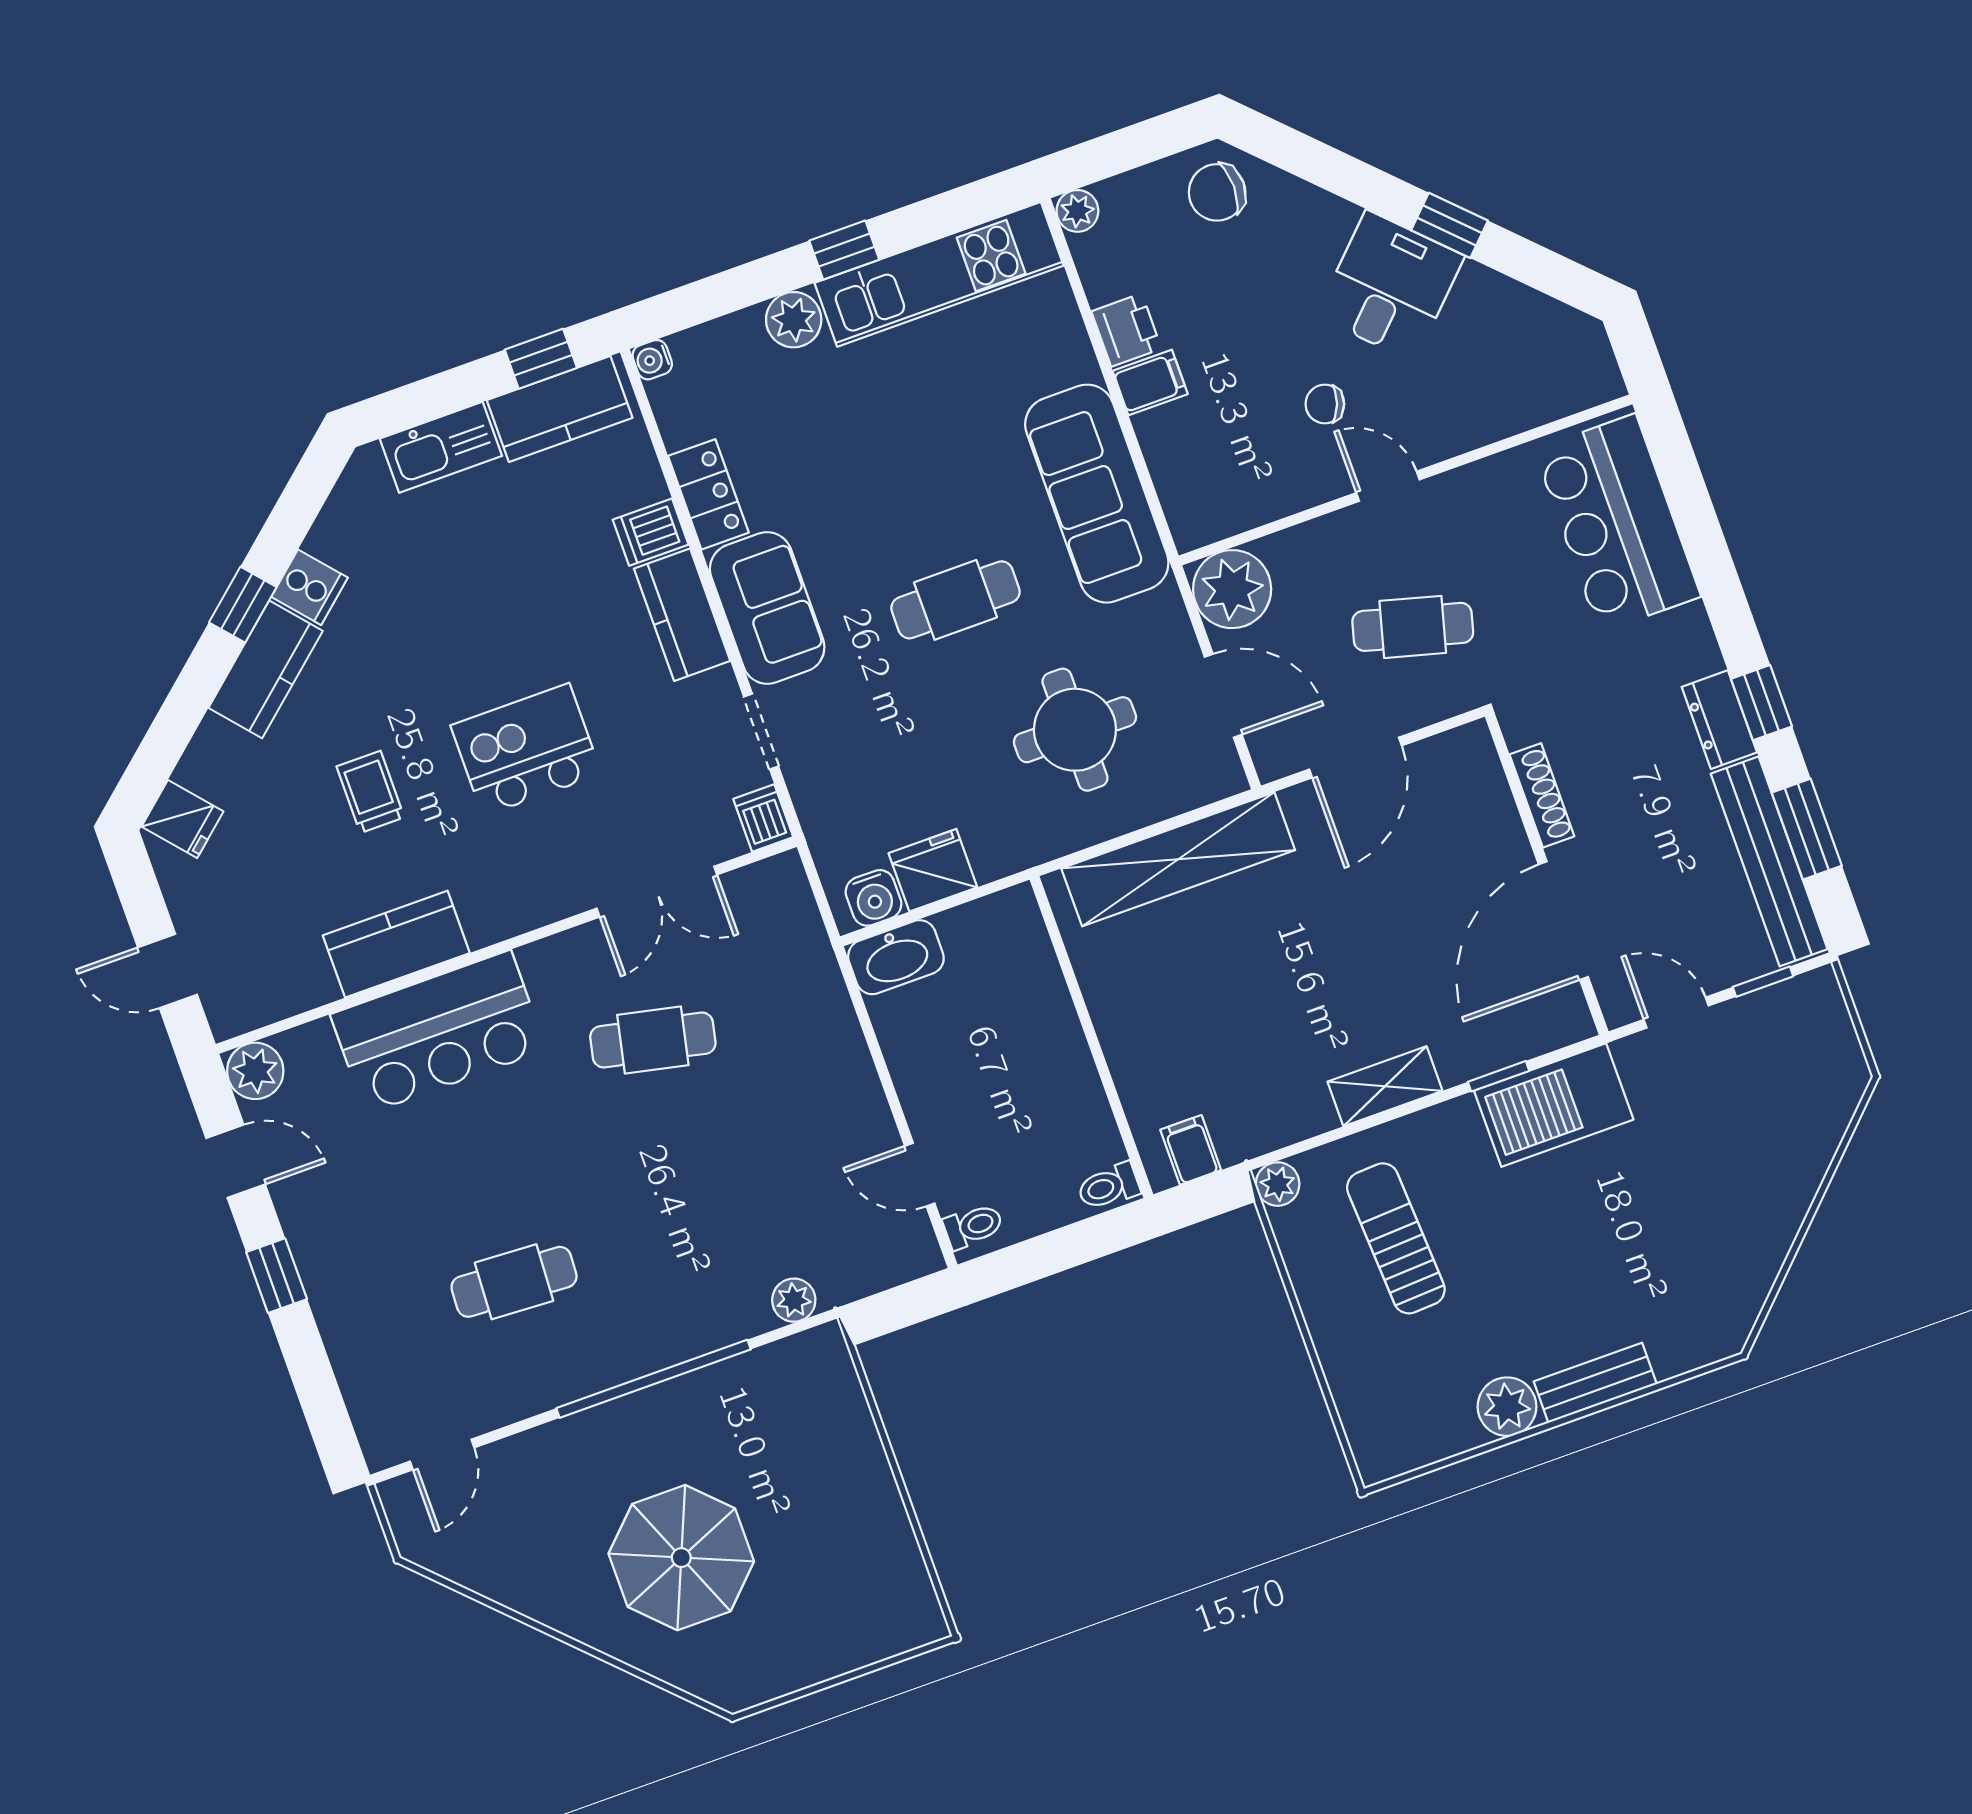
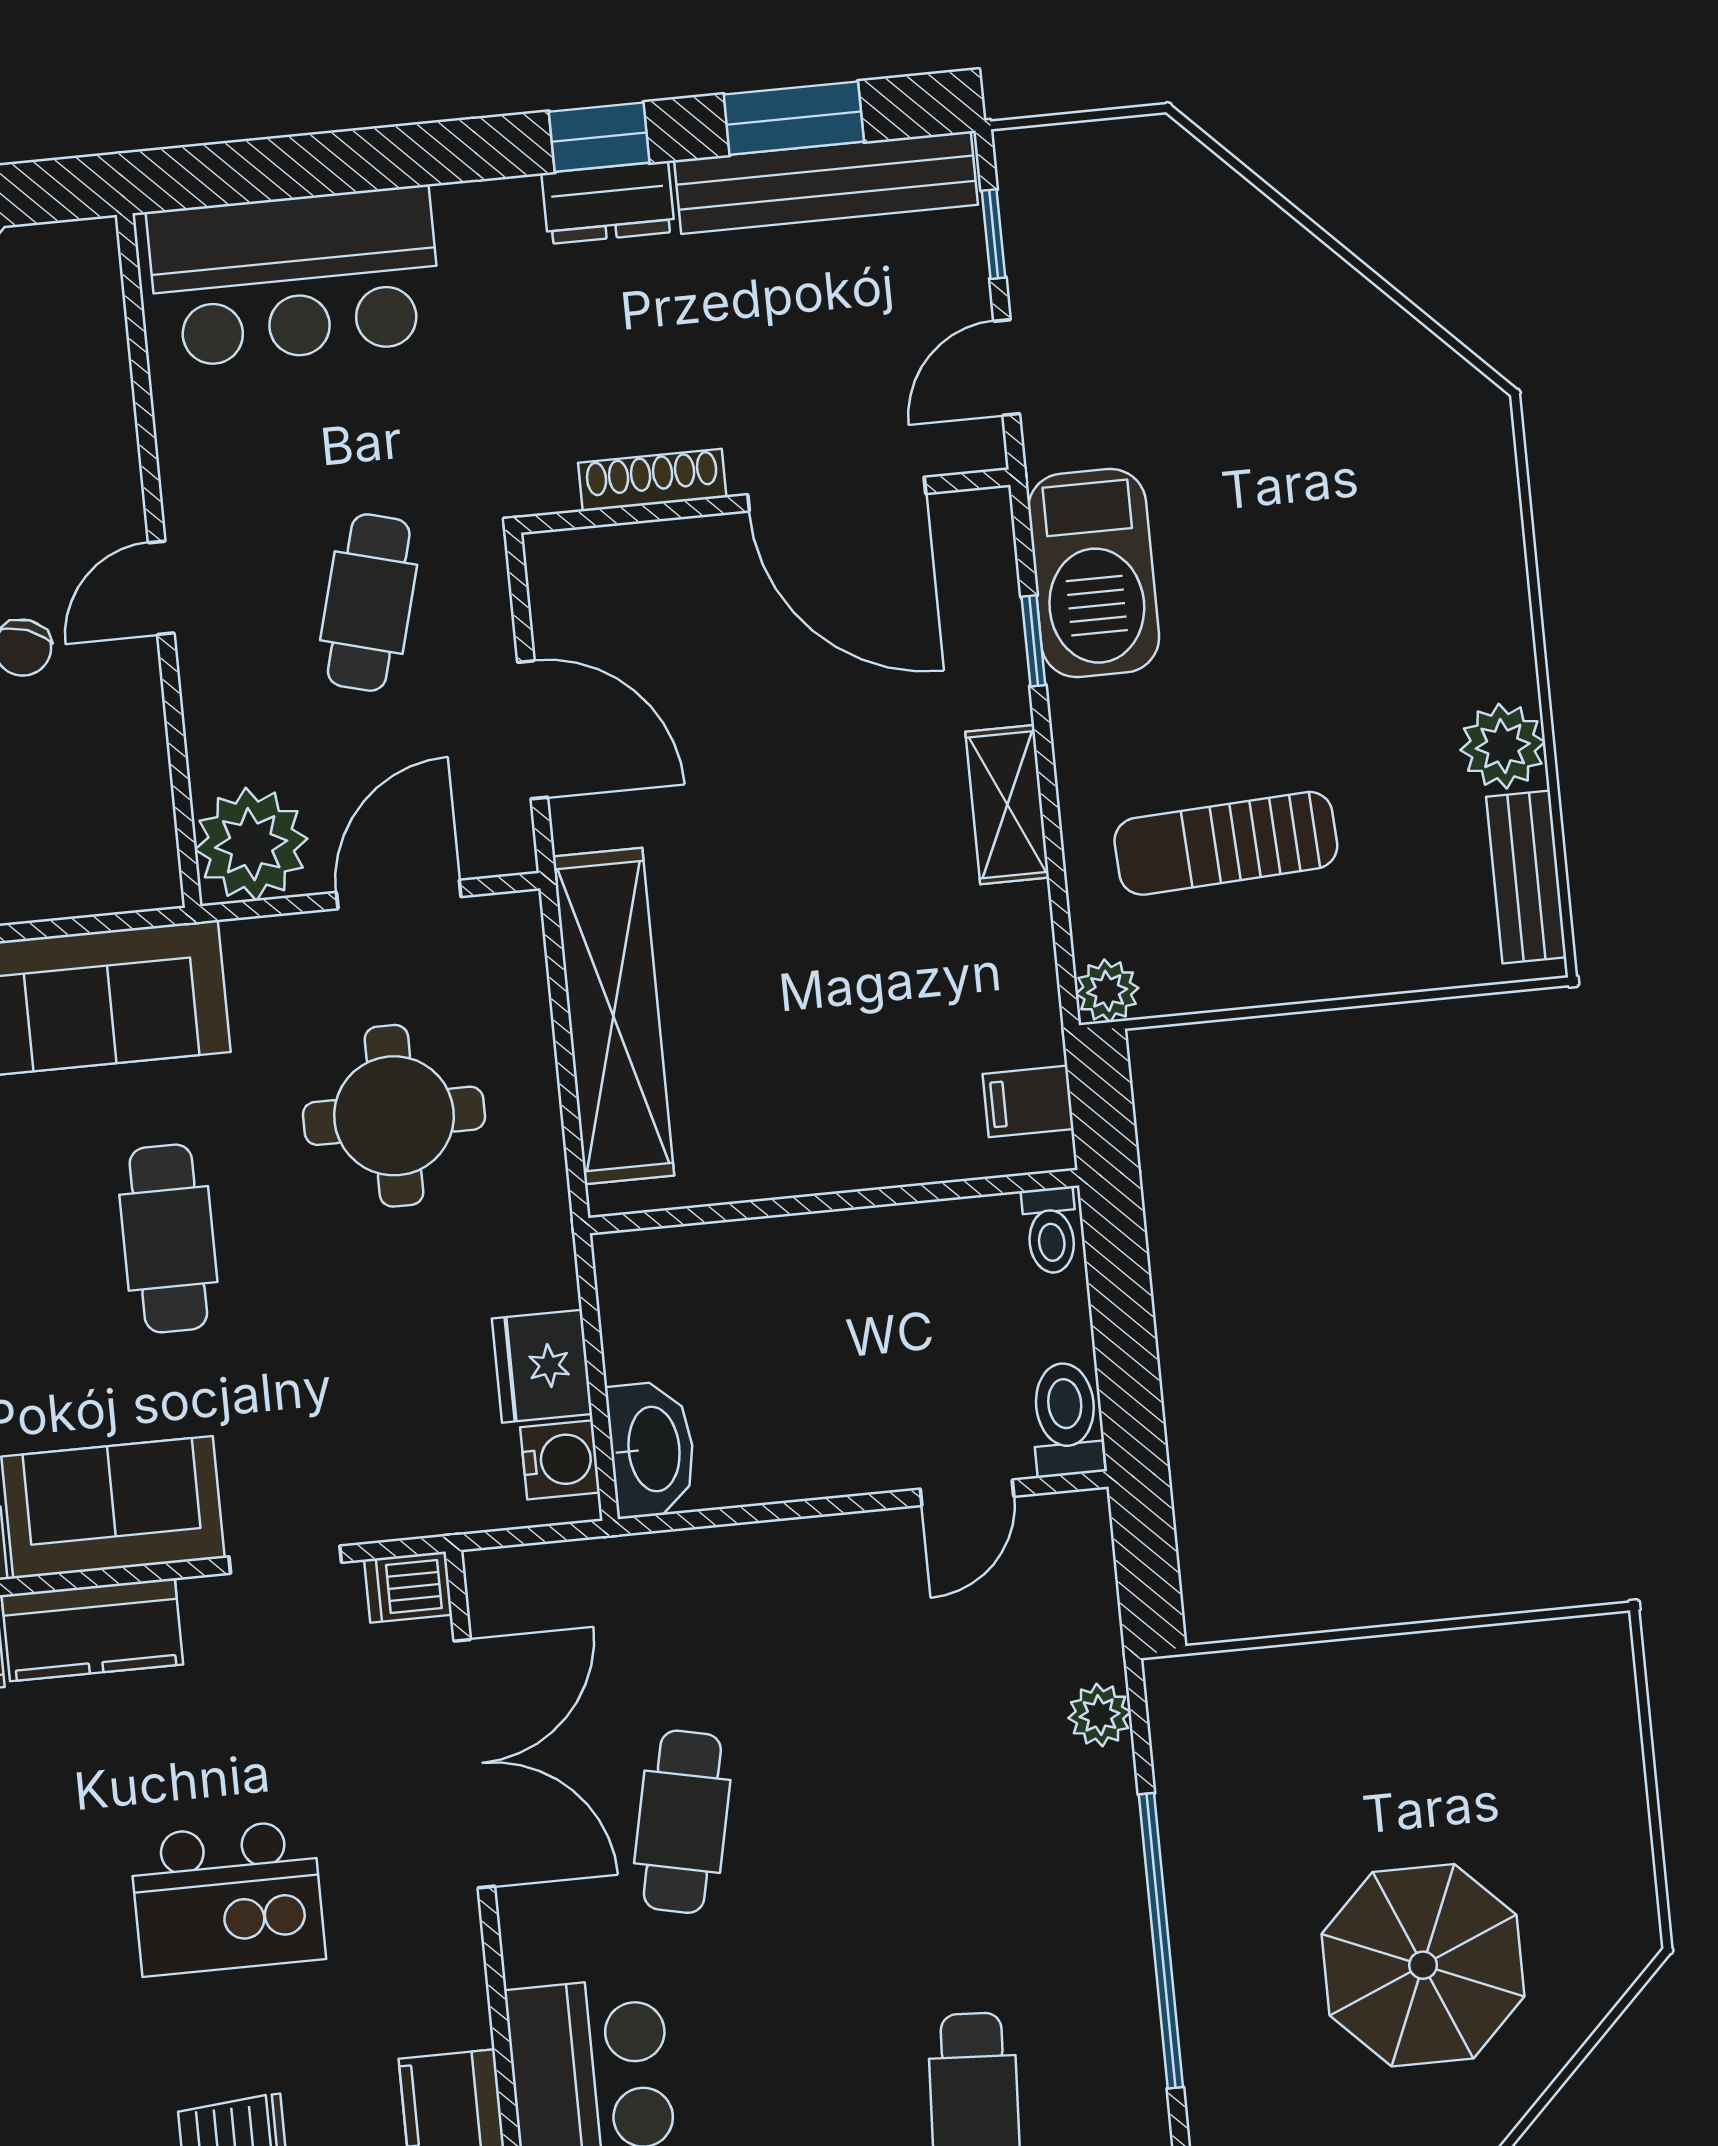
kitchen island: (526, 750) -> (227, 1898), turned -90
double door: (657, 892) -> (474, 1764), width x1.37
toilet: (973, 1226) -> (1066, 1419), width x1.37, depth x1.39
bench: (1595, 1383) -> (1526, 877), moved

